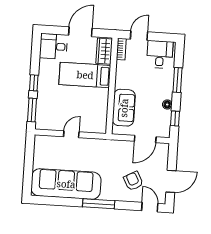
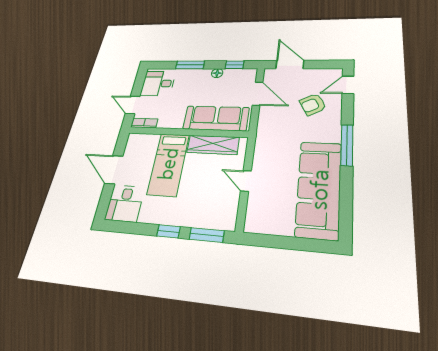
wardrobe: (104, 51) -> (213, 145), moved, width x1.50
sofa: (124, 108) -> (216, 118), width x1.36
door: (171, 181) -> (290, 64), moved

